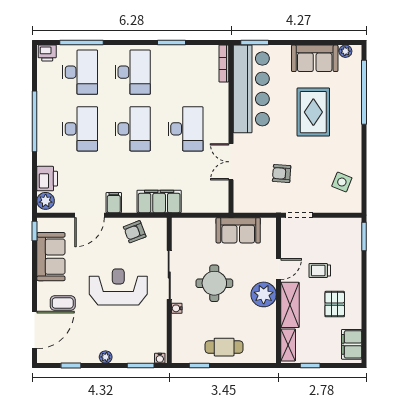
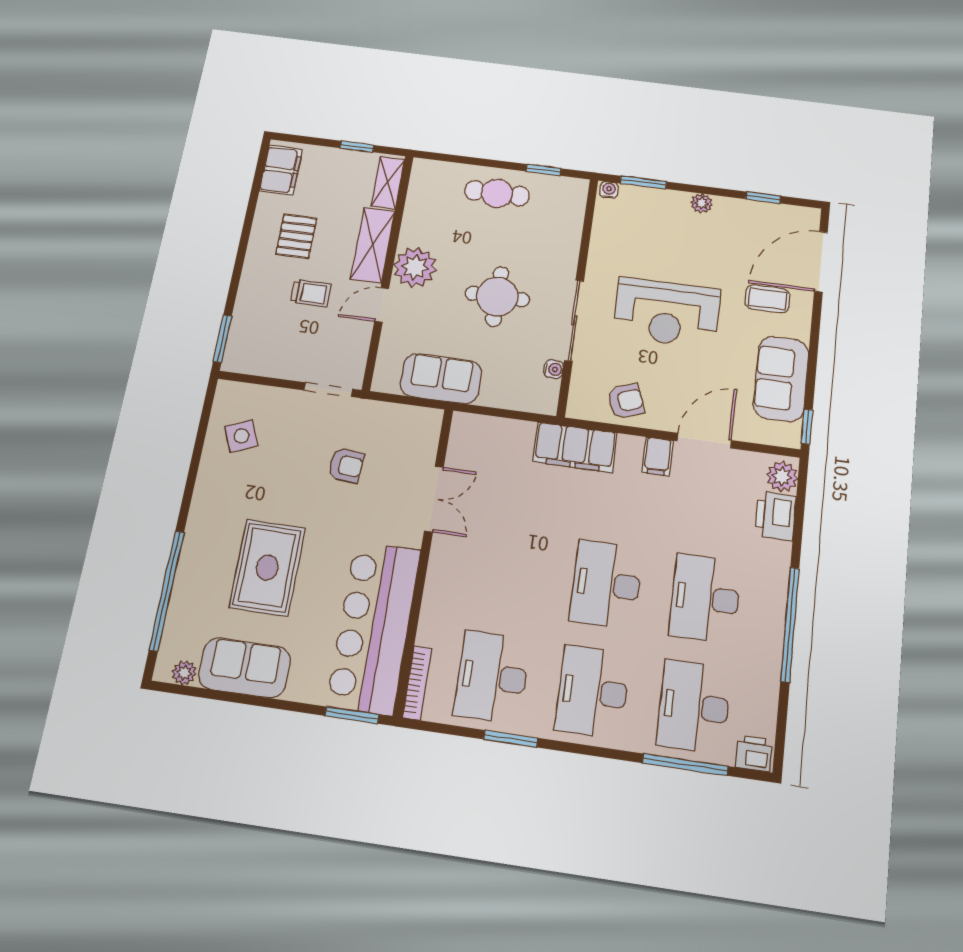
desk: (186, 129) -> (492, 677), moved
side table: (342, 182) -> (241, 436), turned 45
water cooler: (177, 308) -> (554, 369), moved

